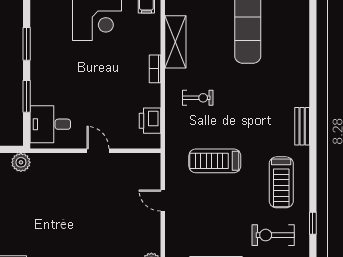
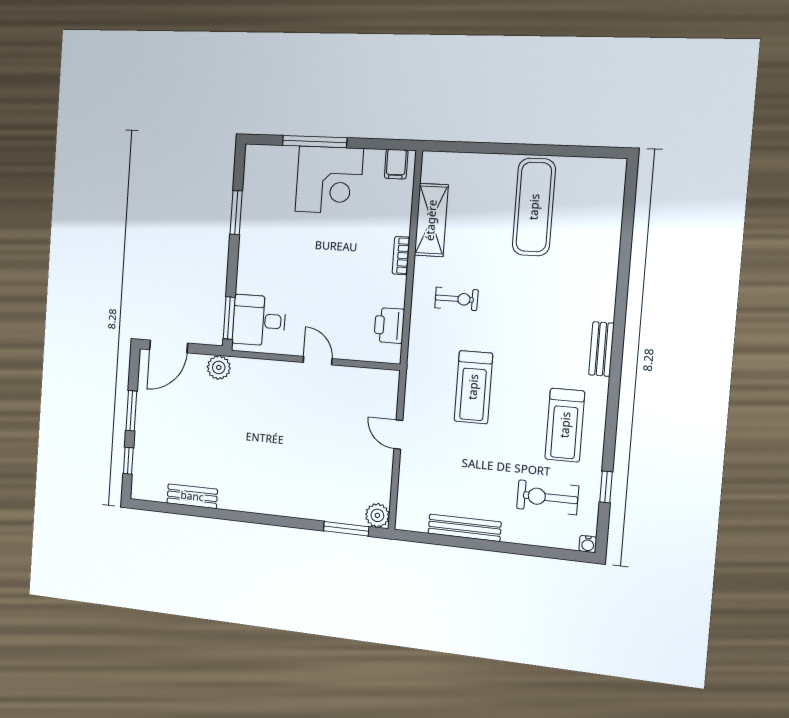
window: (27, 96) -> (229, 318), moved
treadmill: (215, 161) -> (473, 387), turned -90

